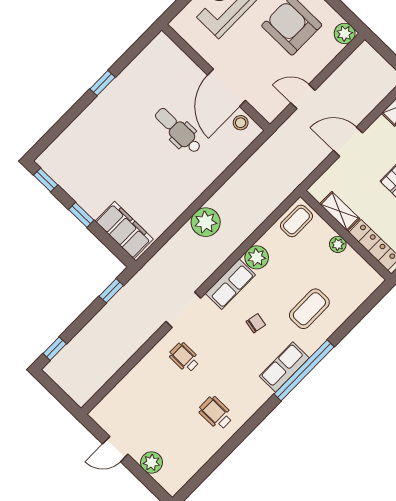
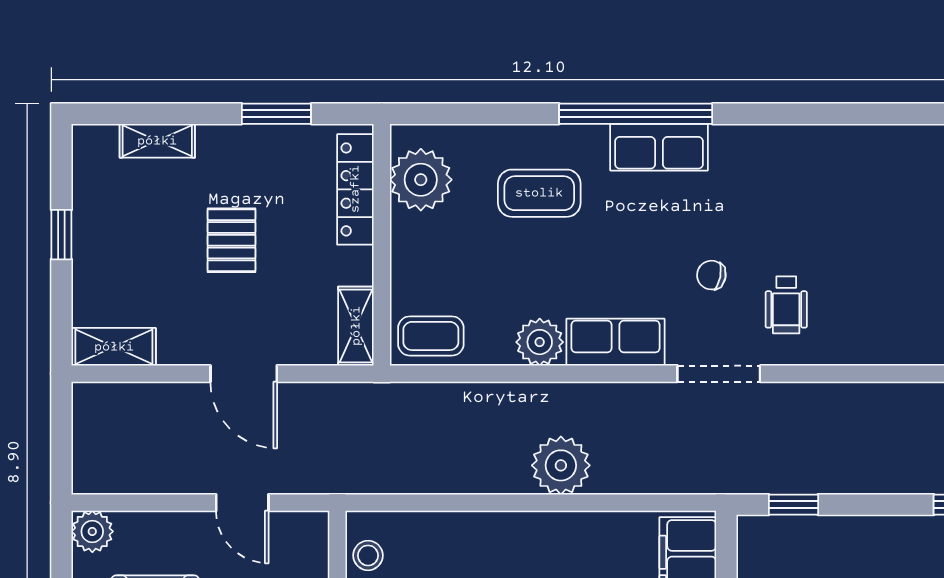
shelving: (340, 211) -> (356, 326), moved
plant: (338, 244) -> (421, 180), moved, width x1.88, depth x1.88
chair: (256, 323) -> (711, 275), moved
wheelchair: (216, 413) -> (822, 181), removed

